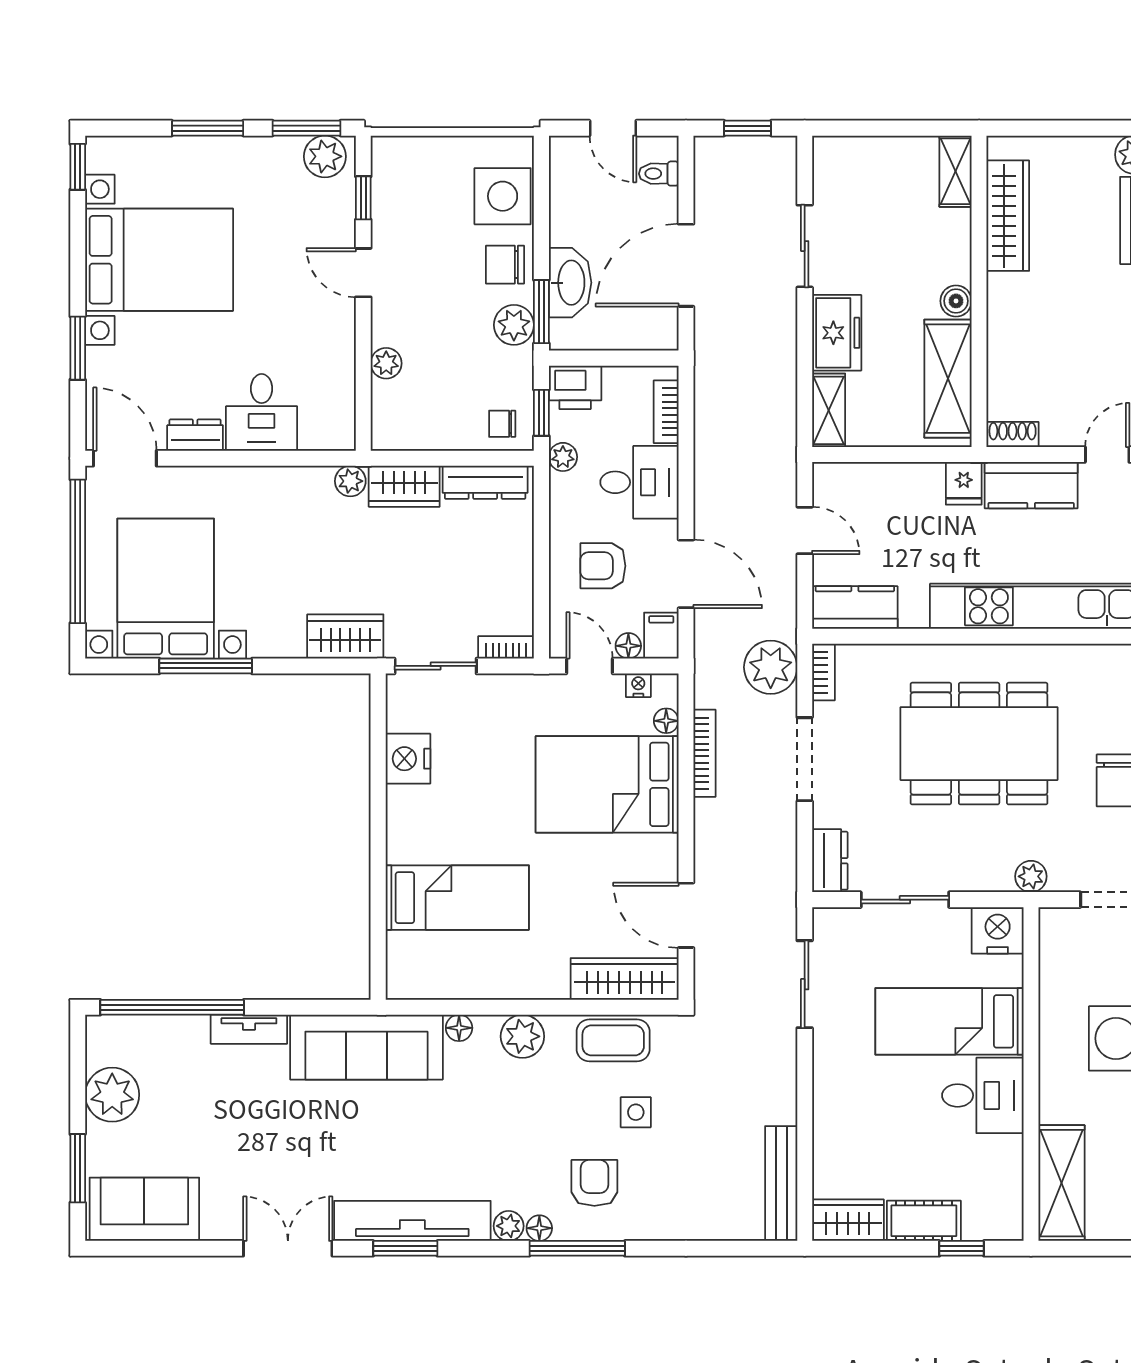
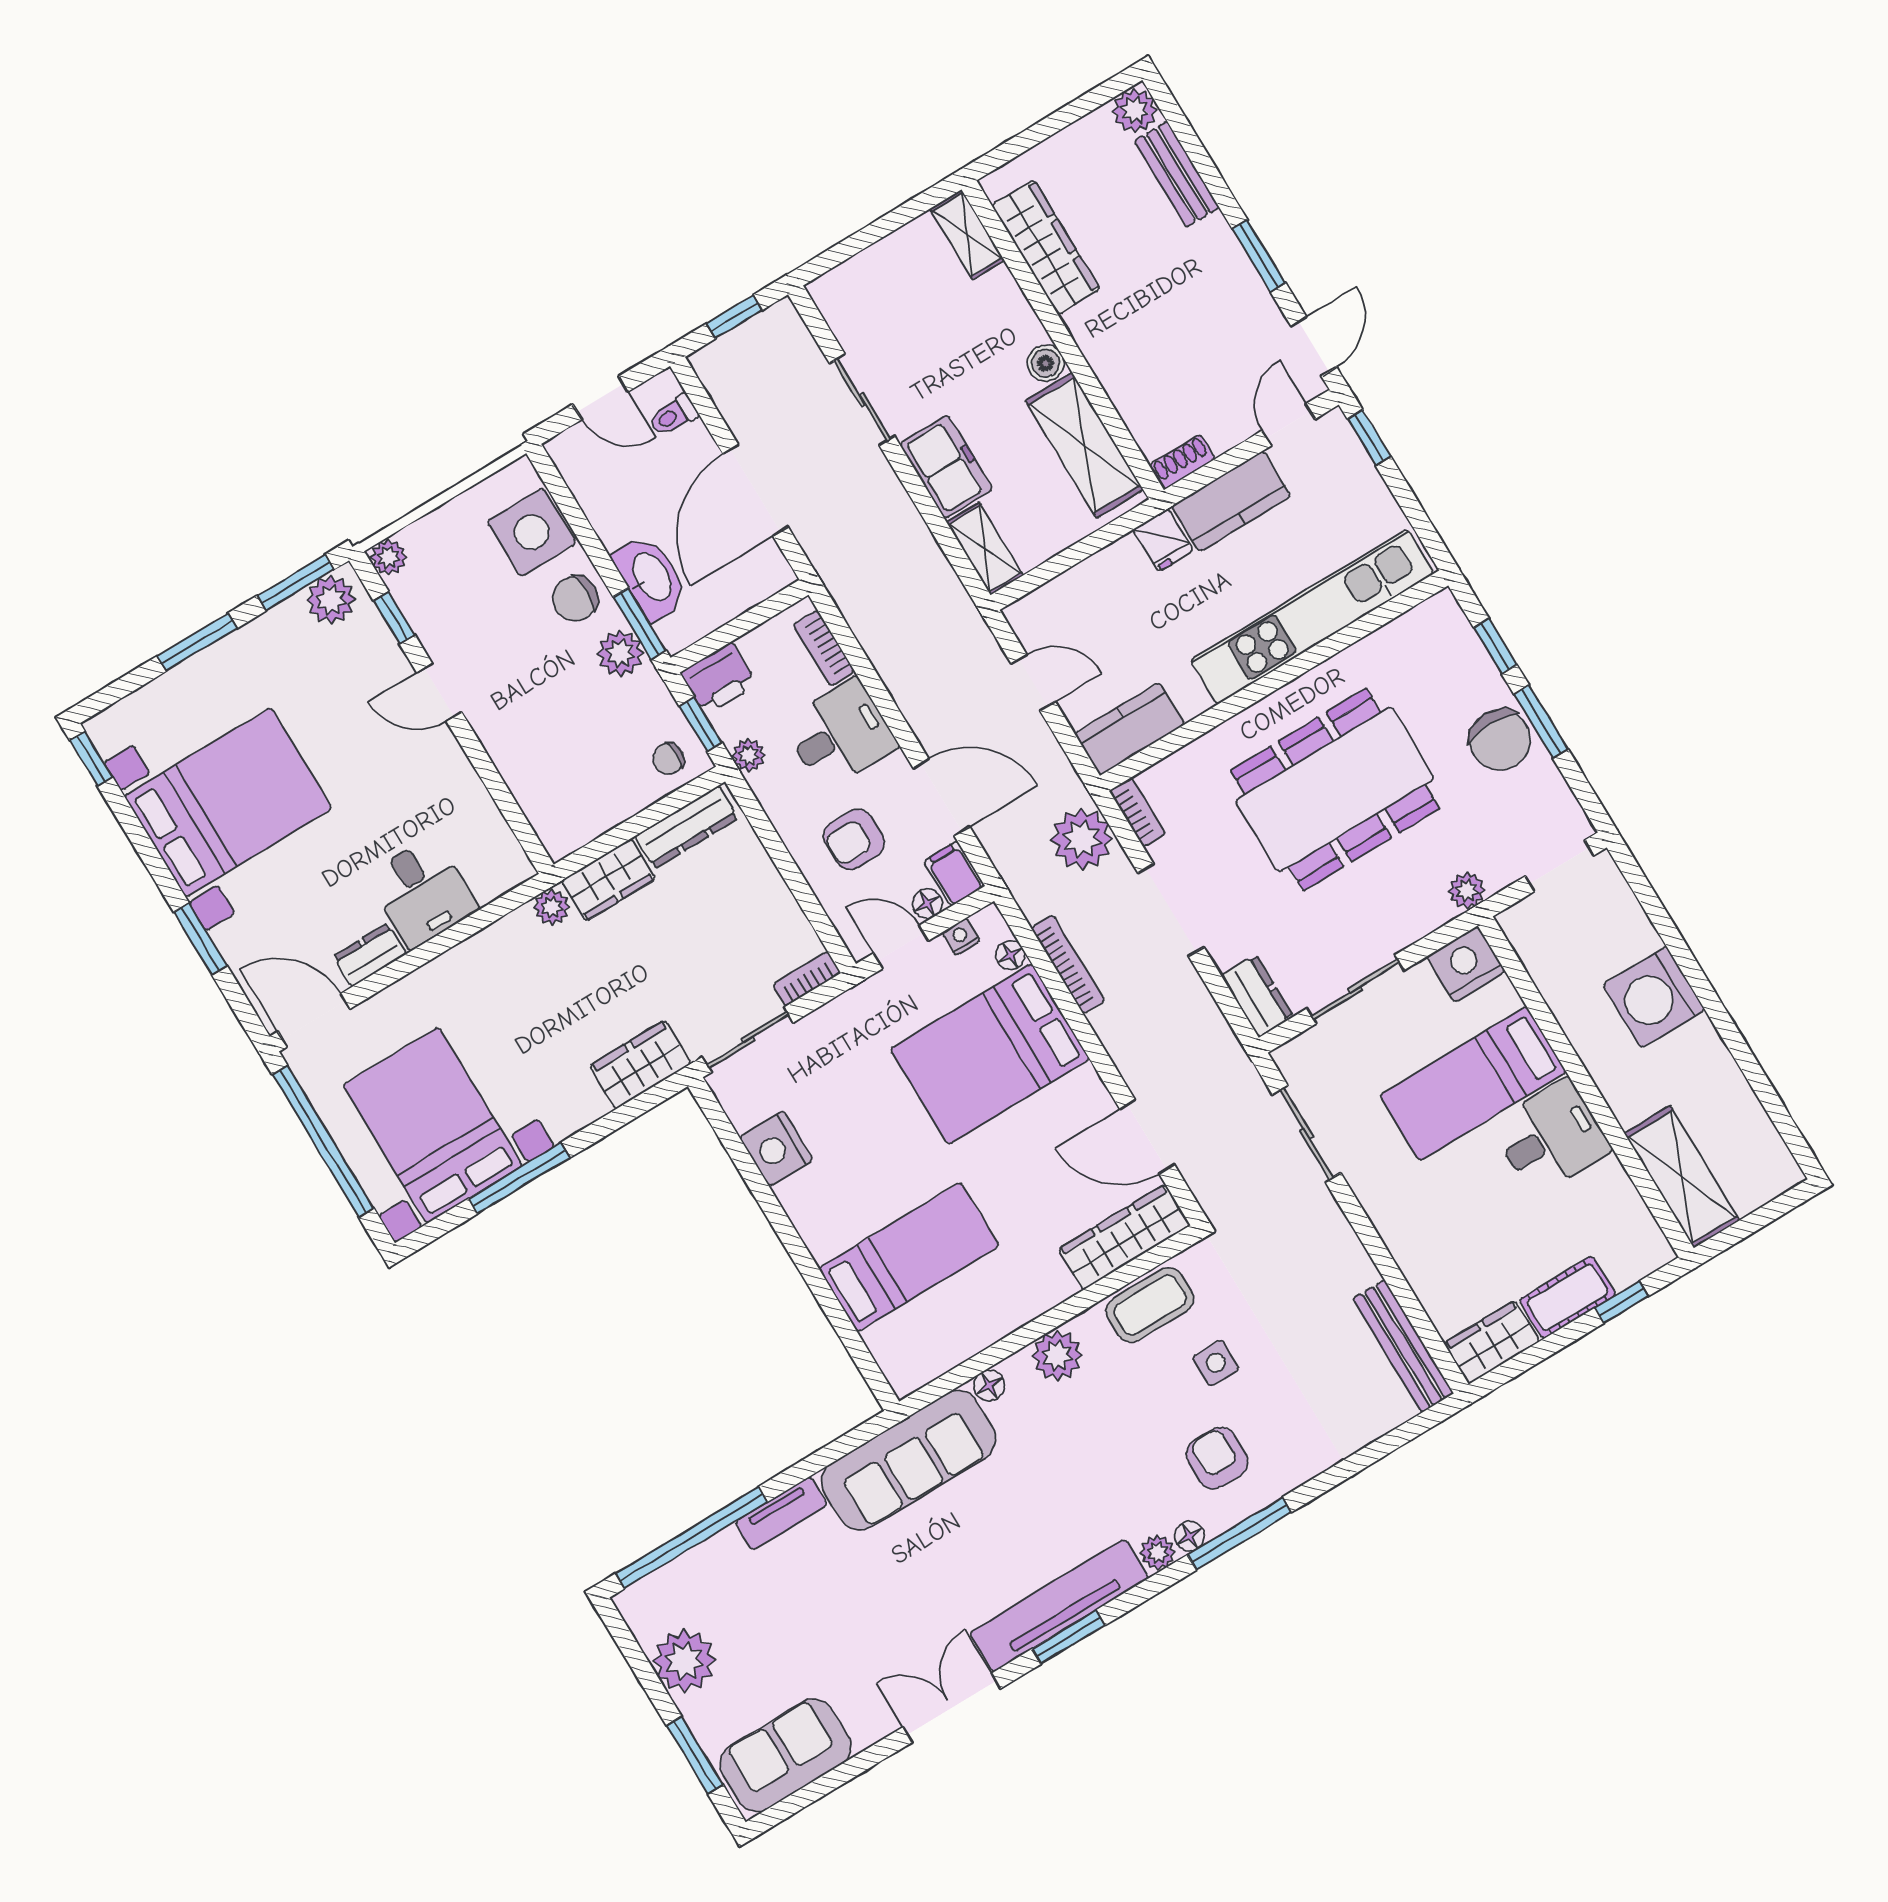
plant: (386, 363) -> (389, 557), moved

